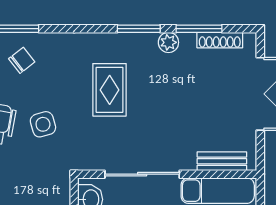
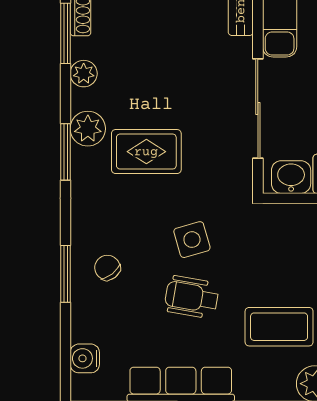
window: (139, 29) -> (66, 152), moved
plant: (127, 46) -> (88, 129), added

